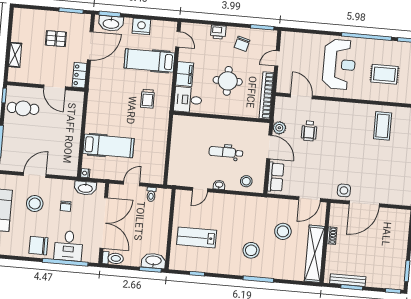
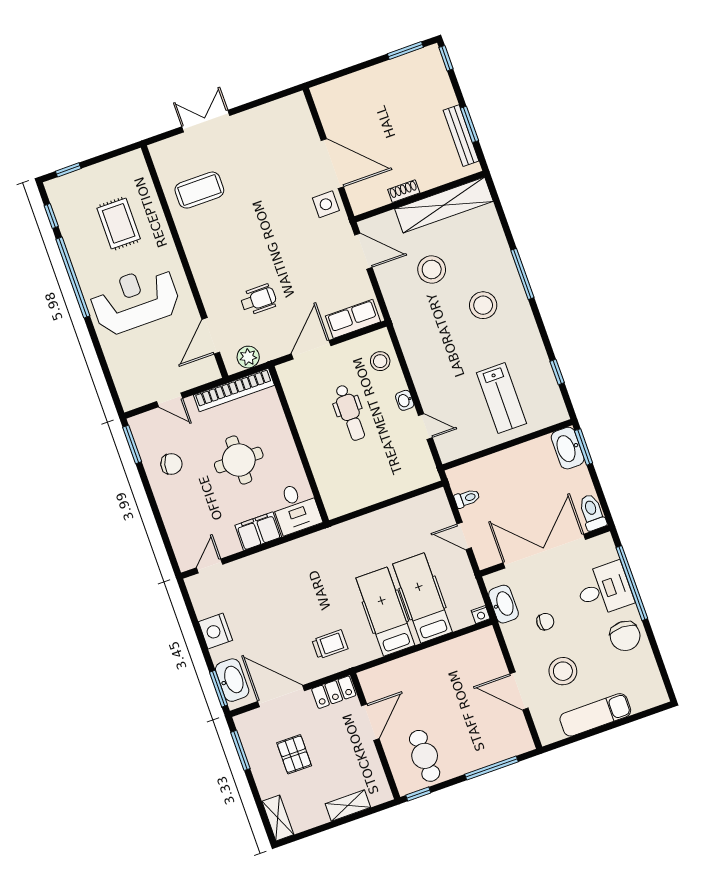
shelving: (26, 14) -> (278, 818), added
printer: (218, 32) -> (170, 509), removed
hospital bed: (149, 60) -> (385, 612), moved, turned 180
trolley: (148, 99) -> (330, 644), moved
plant: (279, 128) -> (248, 357), moved

